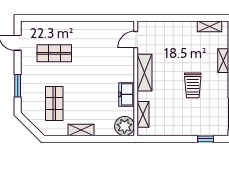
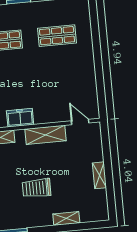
shelving: (210, 26) -> (99, 175), moved
shop shelf: (54, 53) -> (57, 36), turned 90

